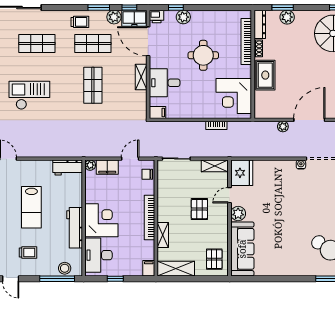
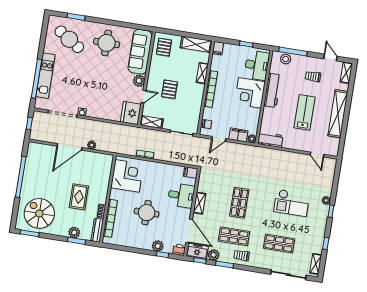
rug: (265, 75) -> (79, 197), moved
round table: (285, 253) -> (107, 43), added

